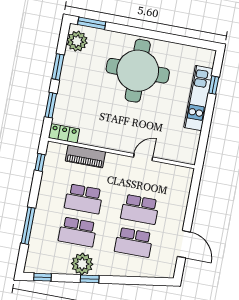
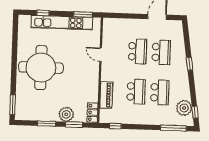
plant: (77, 41) -> (66, 114), moved
kitchen unit: (198, 98) -> (62, 23), width x1.36
window: (203, 141) -> (83, 14), added
window: (28, 226) -> (173, 128), moved
plant: (82, 264) -> (184, 108), moved
window: (90, 279) -> (189, 64), moved

